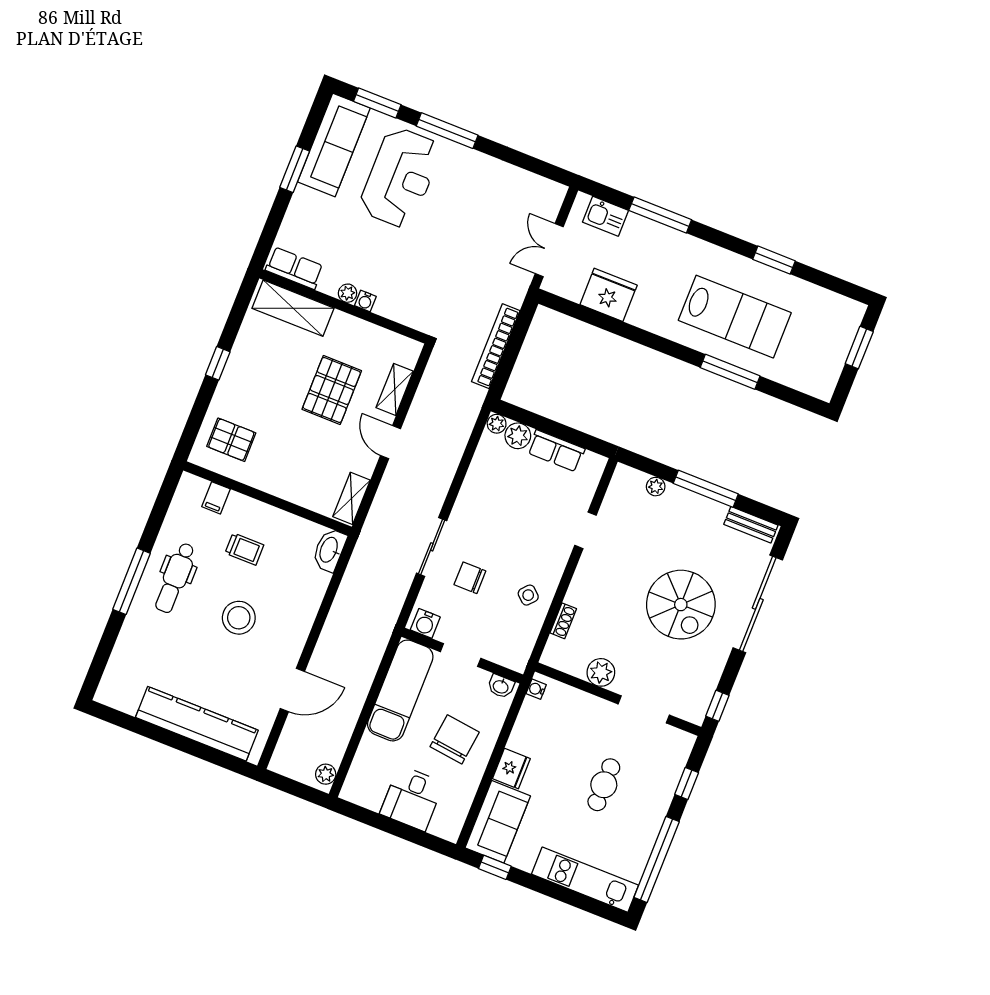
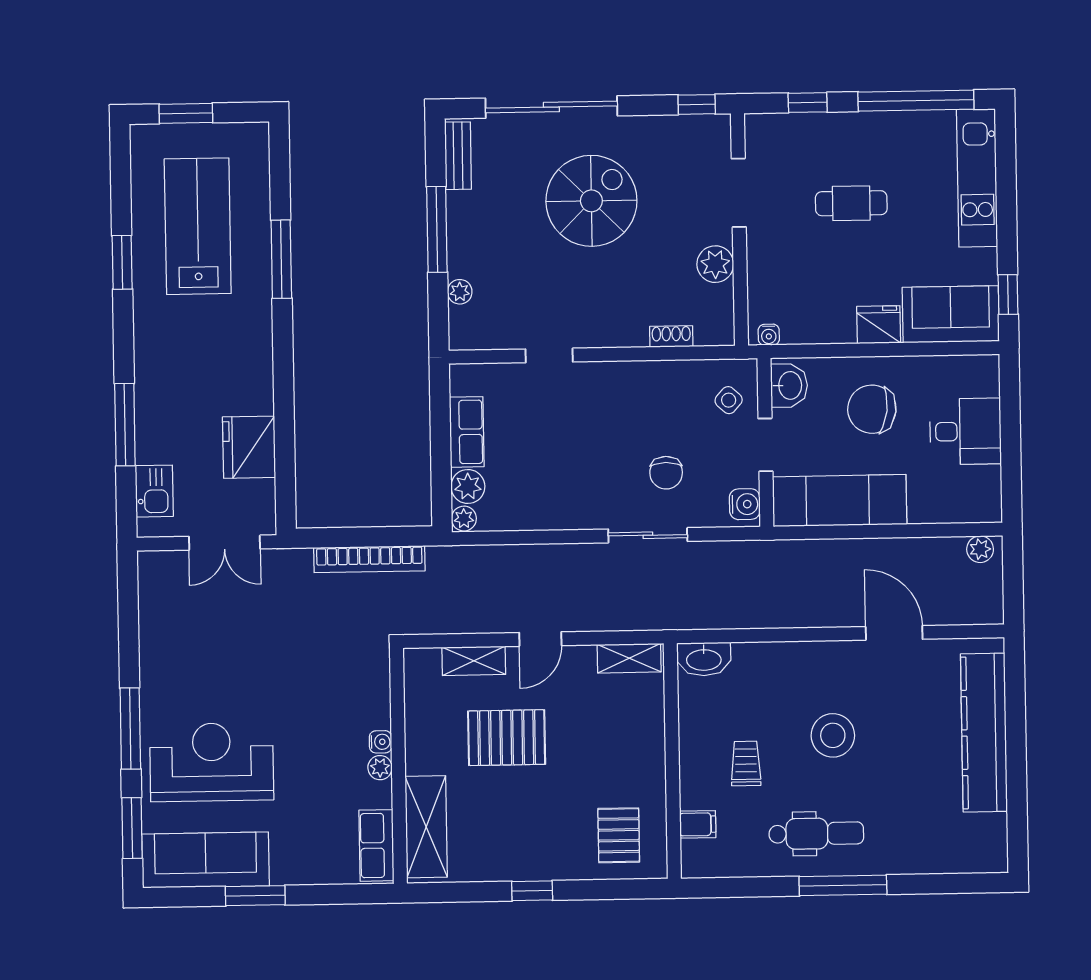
lab bench: (735, 317) -> (198, 226), moved
side table: (528, 595) -> (729, 400), moved
washbasin: (501, 686) -> (789, 385), width x1.38, depth x1.45

